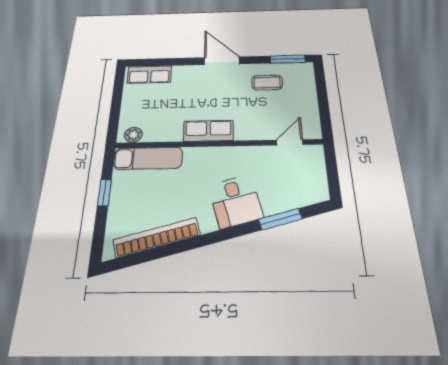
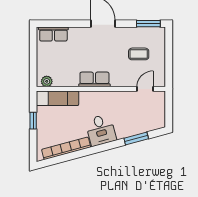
coffee table: (267, 82) -> (139, 54), moved
desk: (236, 201) -> (101, 130), moved

